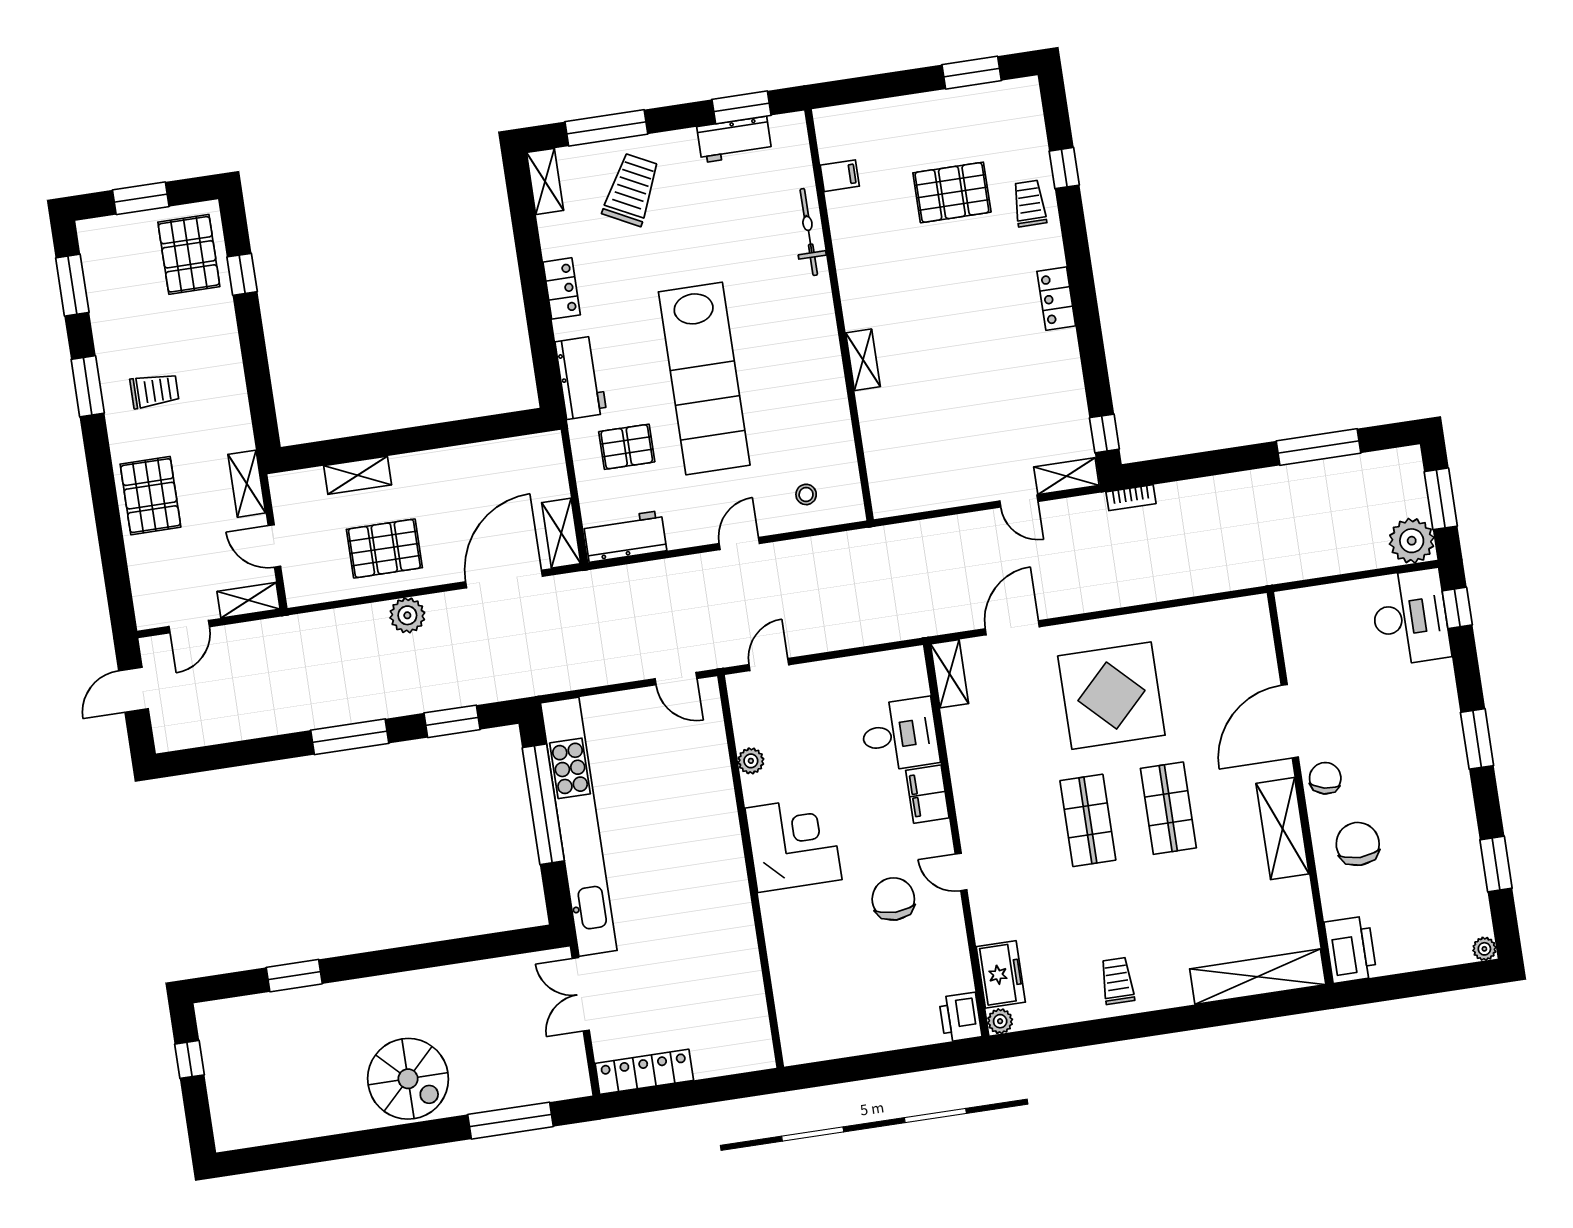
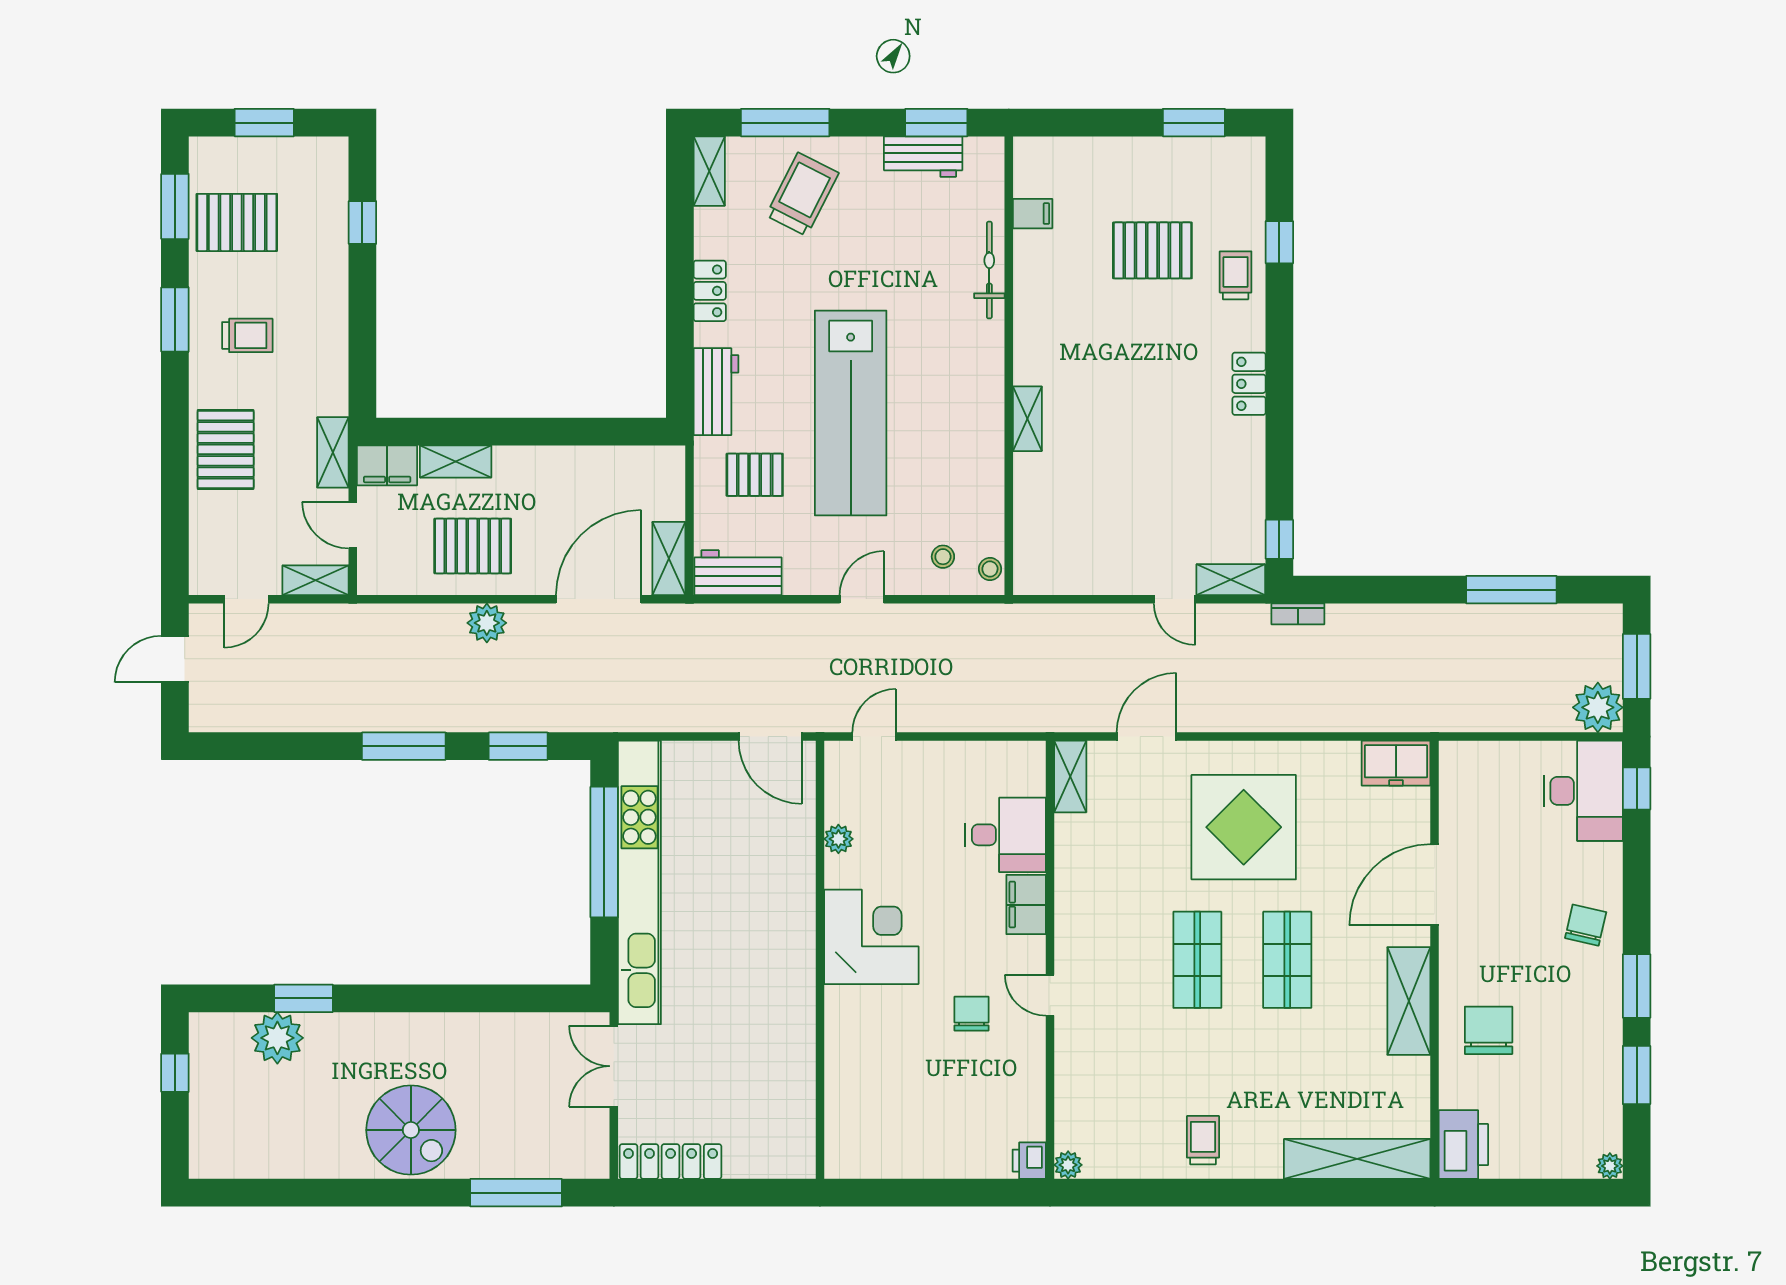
pallet: (189, 254) -> (237, 222), moved, turned 90
filing cabinet: (297, 488) -> (387, 465), added
stool: (850, 499) -> (990, 569), added
door: (676, 679) -> (770, 737), width x1.38
window: (1477, 739) -> (1637, 986), moved
chair: (1325, 778) -> (1586, 925), moved
chair: (893, 899) -> (972, 1014), width x0.73, depth x0.73
freezer: (1001, 974) -> (1396, 763), moved, turned 90
plant: (276, 1015) -> (277, 1038), added
printer: (960, 1017) -> (1029, 1161), width x0.73, depth x0.81

